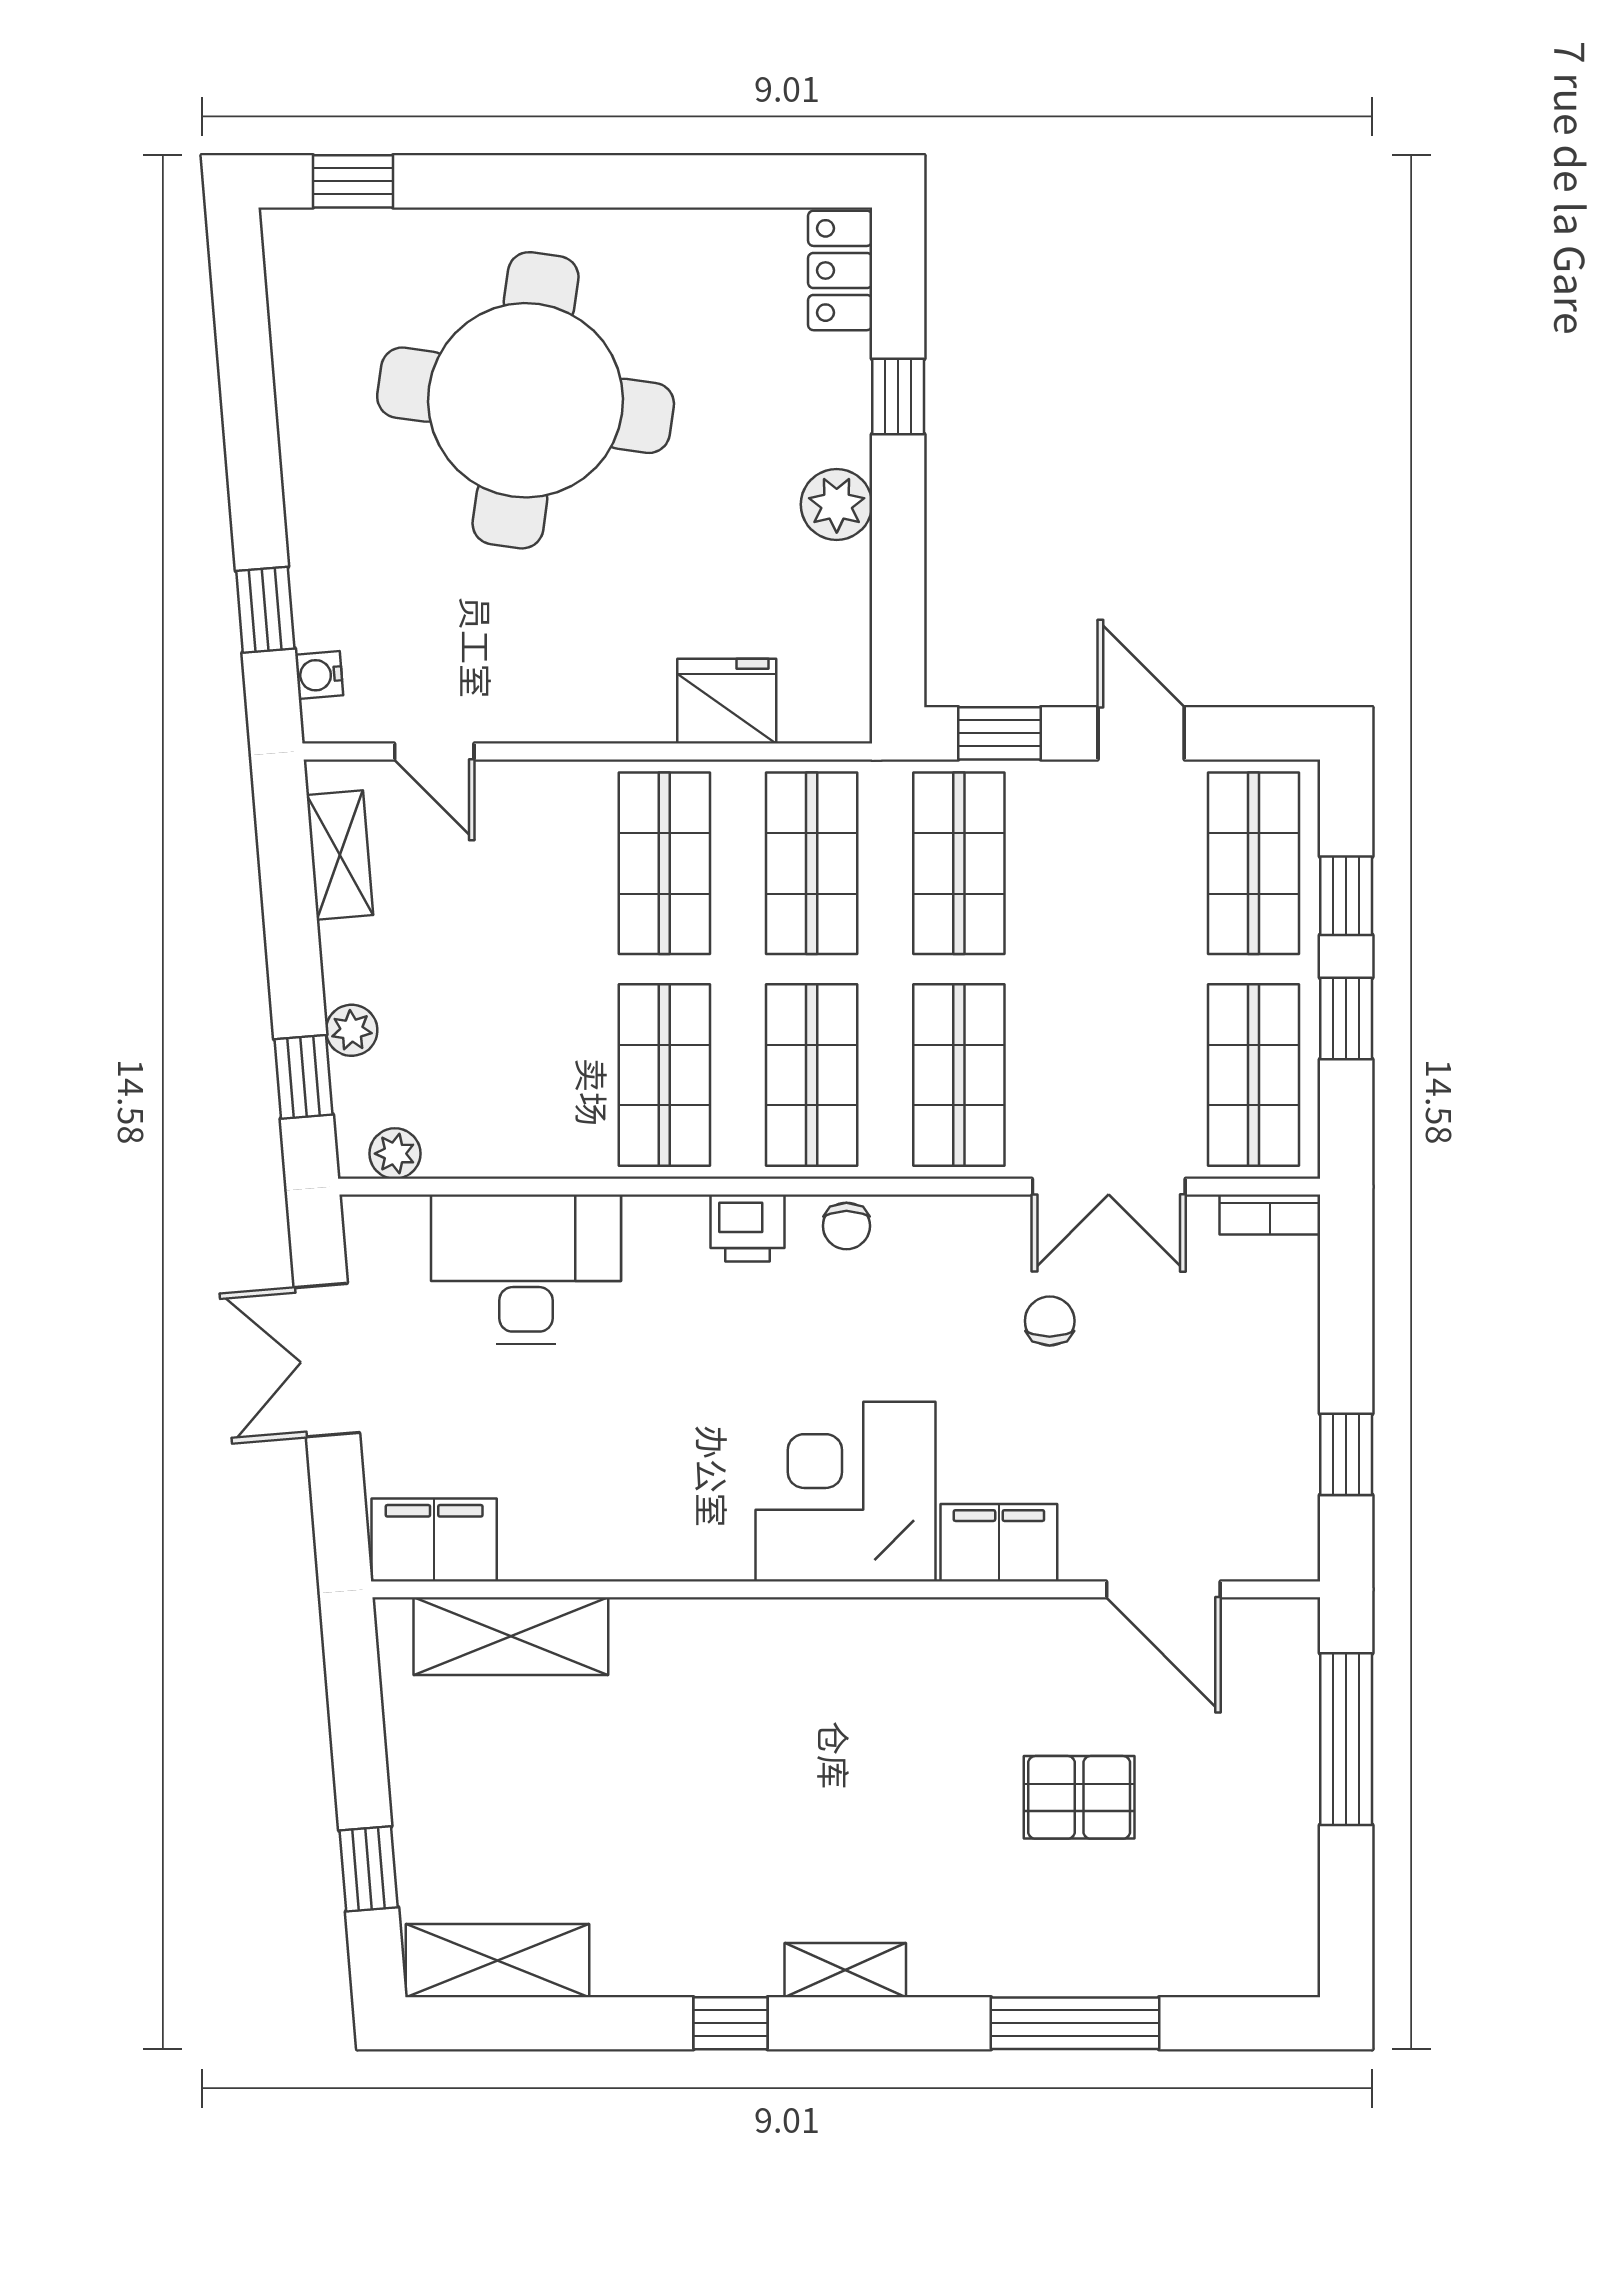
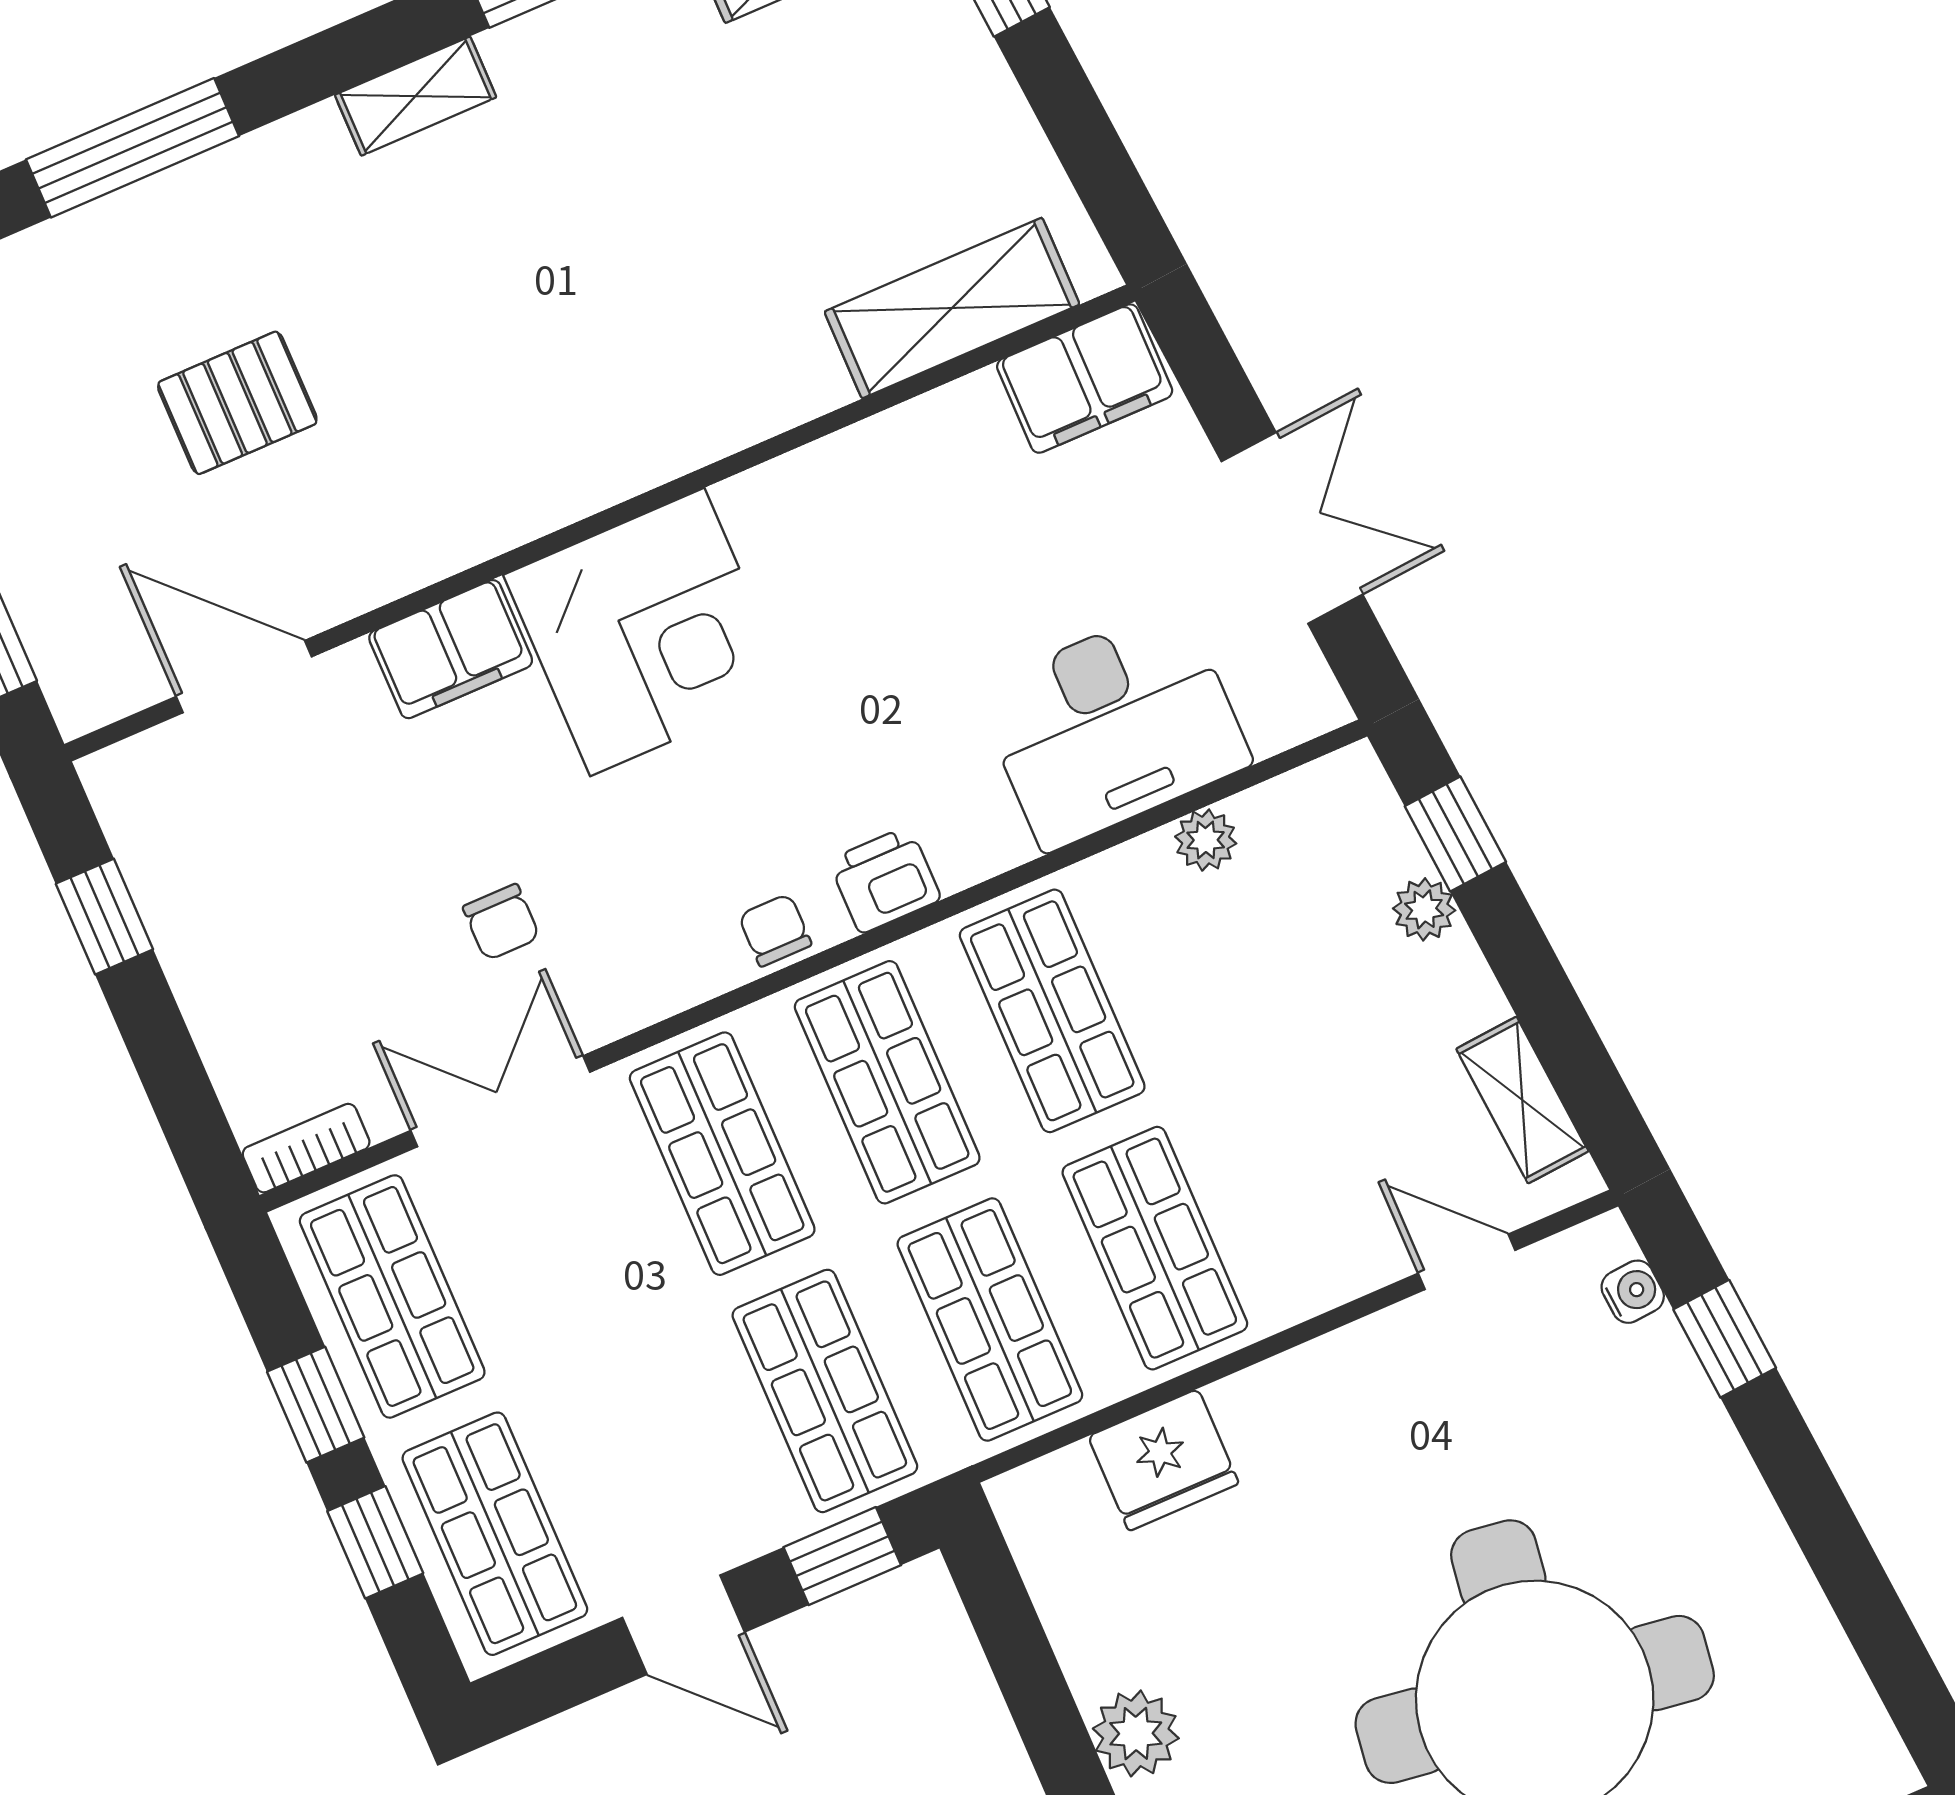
plant: (395, 1154) -> (1206, 840), moved

